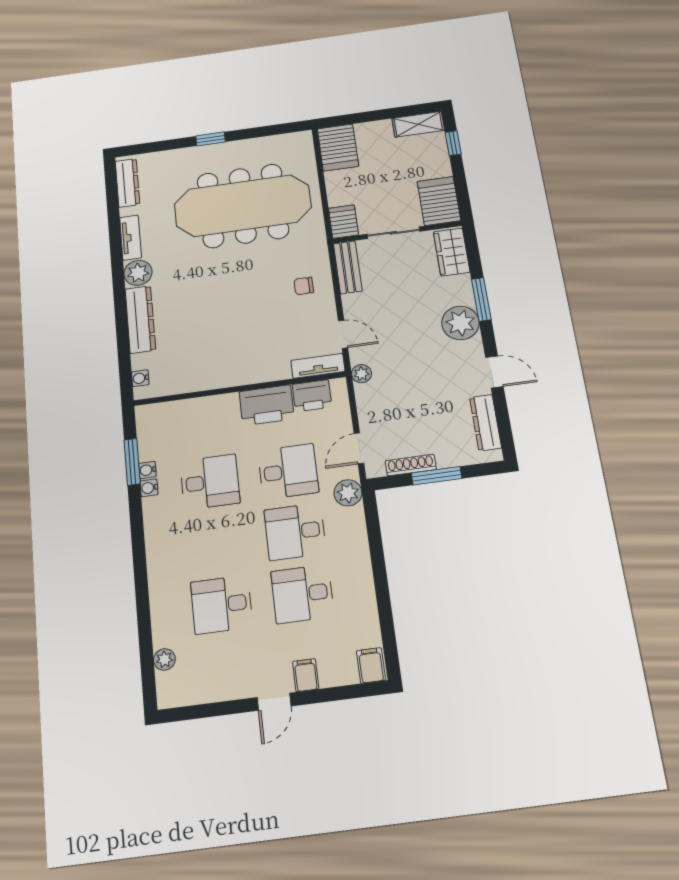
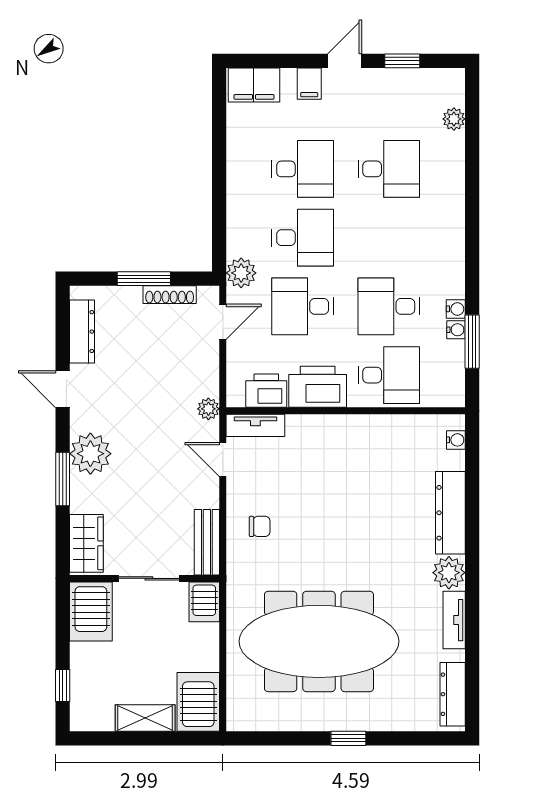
shelving: (418, 124) -> (145, 718), moved
desk: (204, 424) -> (389, 375), added
filing cabinet: (371, 665) -> (254, 85), width x2.00
window: (219, 709) -> (402, 61), added

